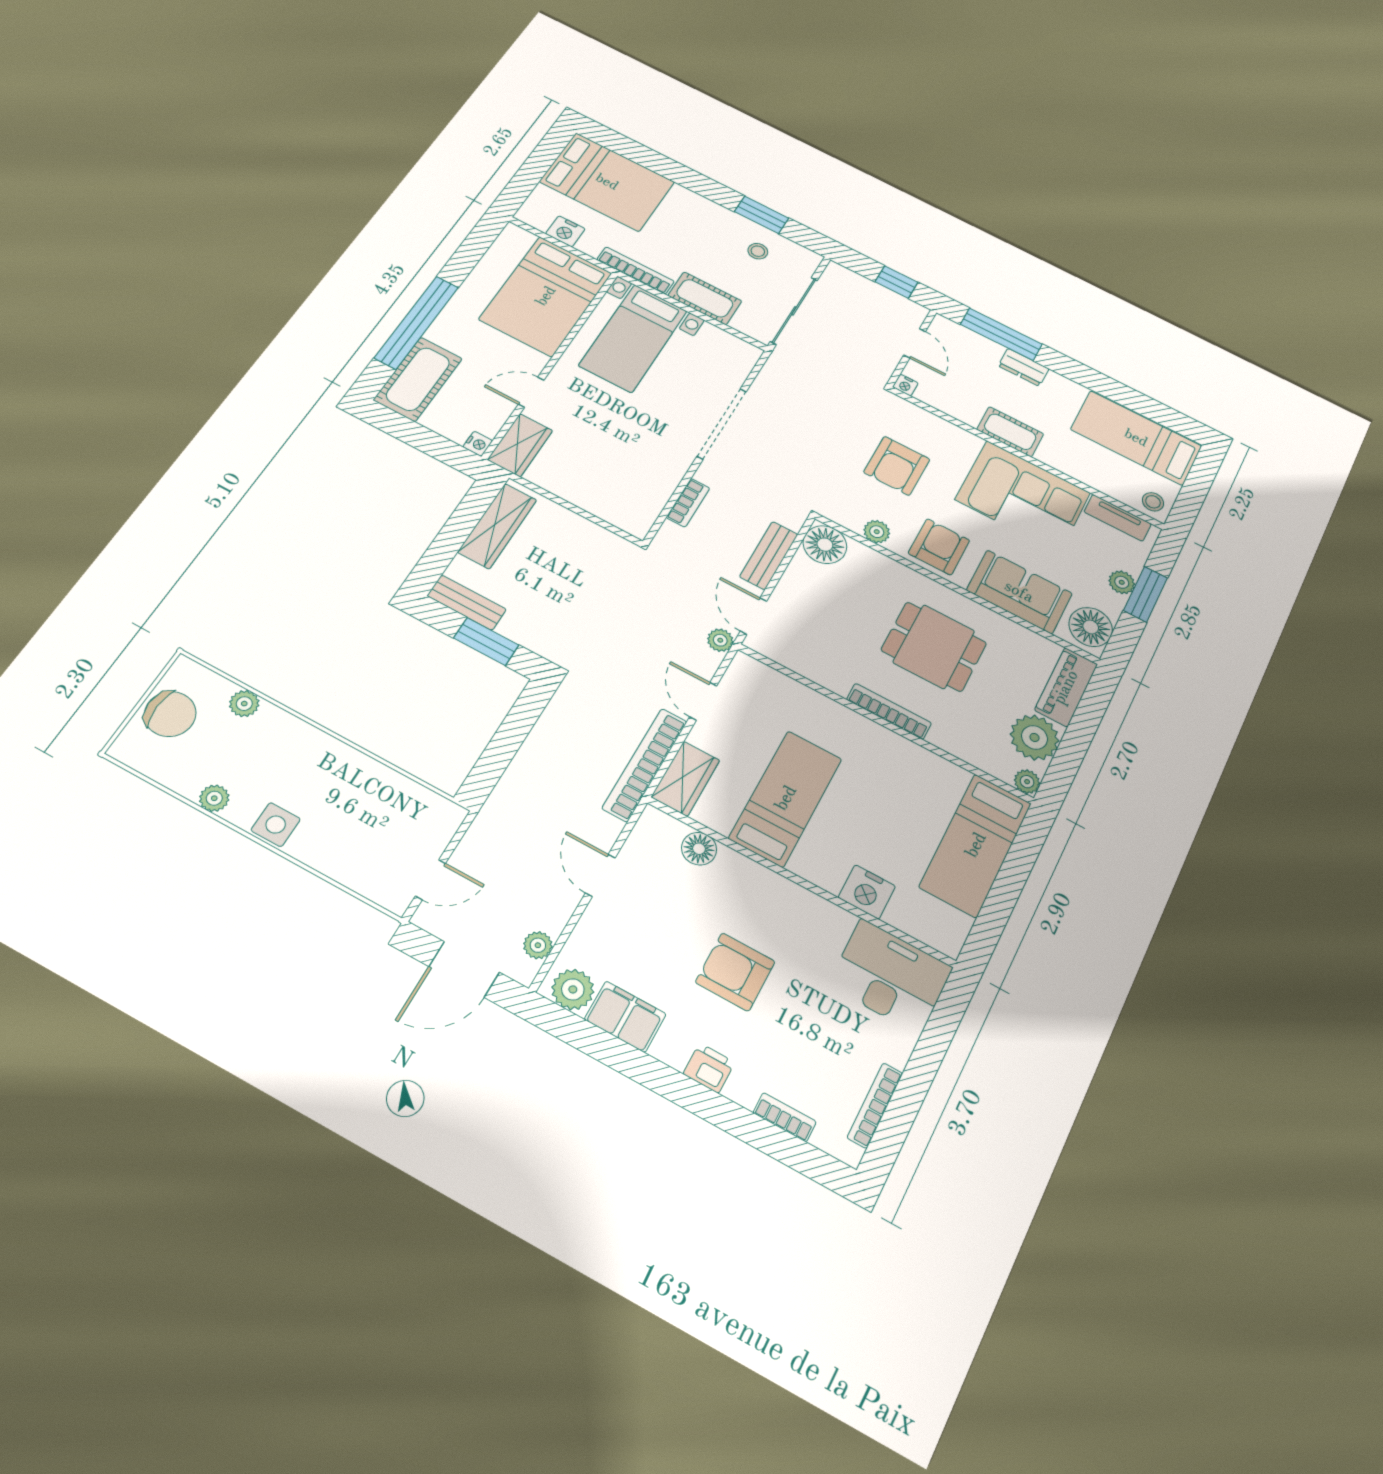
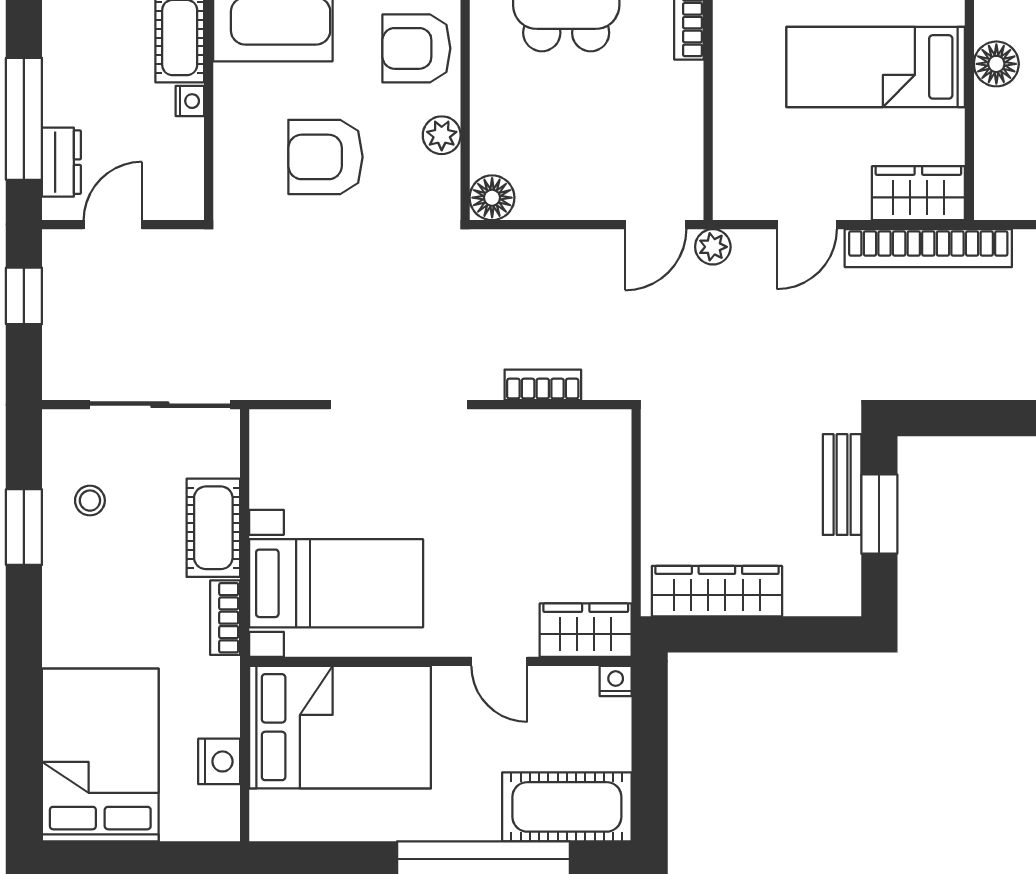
bookcase: (636, 270) -> (225, 618), width x0.64
dresser: (1024, 367) -> (61, 162), moved
nightstand: (905, 385) -> (190, 101), moved
armchair: (897, 466) -> (325, 157), turned 180
floor lamp: (825, 545) -> (492, 198), width x0.73, depth x0.73
bench: (769, 555) -> (559, 249), removed
bench: (467, 603) -> (842, 485), moved
floor lamp: (699, 849) -> (996, 64), moved

